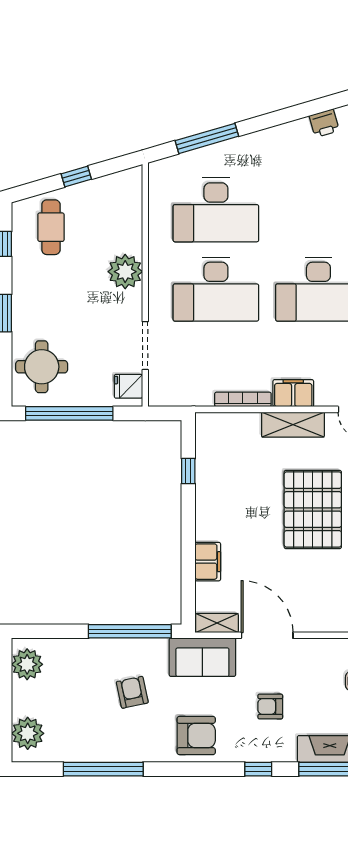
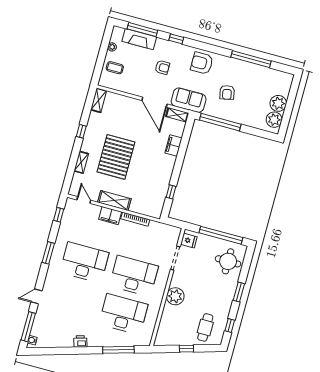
printer: (324, 123) -> (80, 341), moved
plant: (28, 733) -> (278, 103), moved

